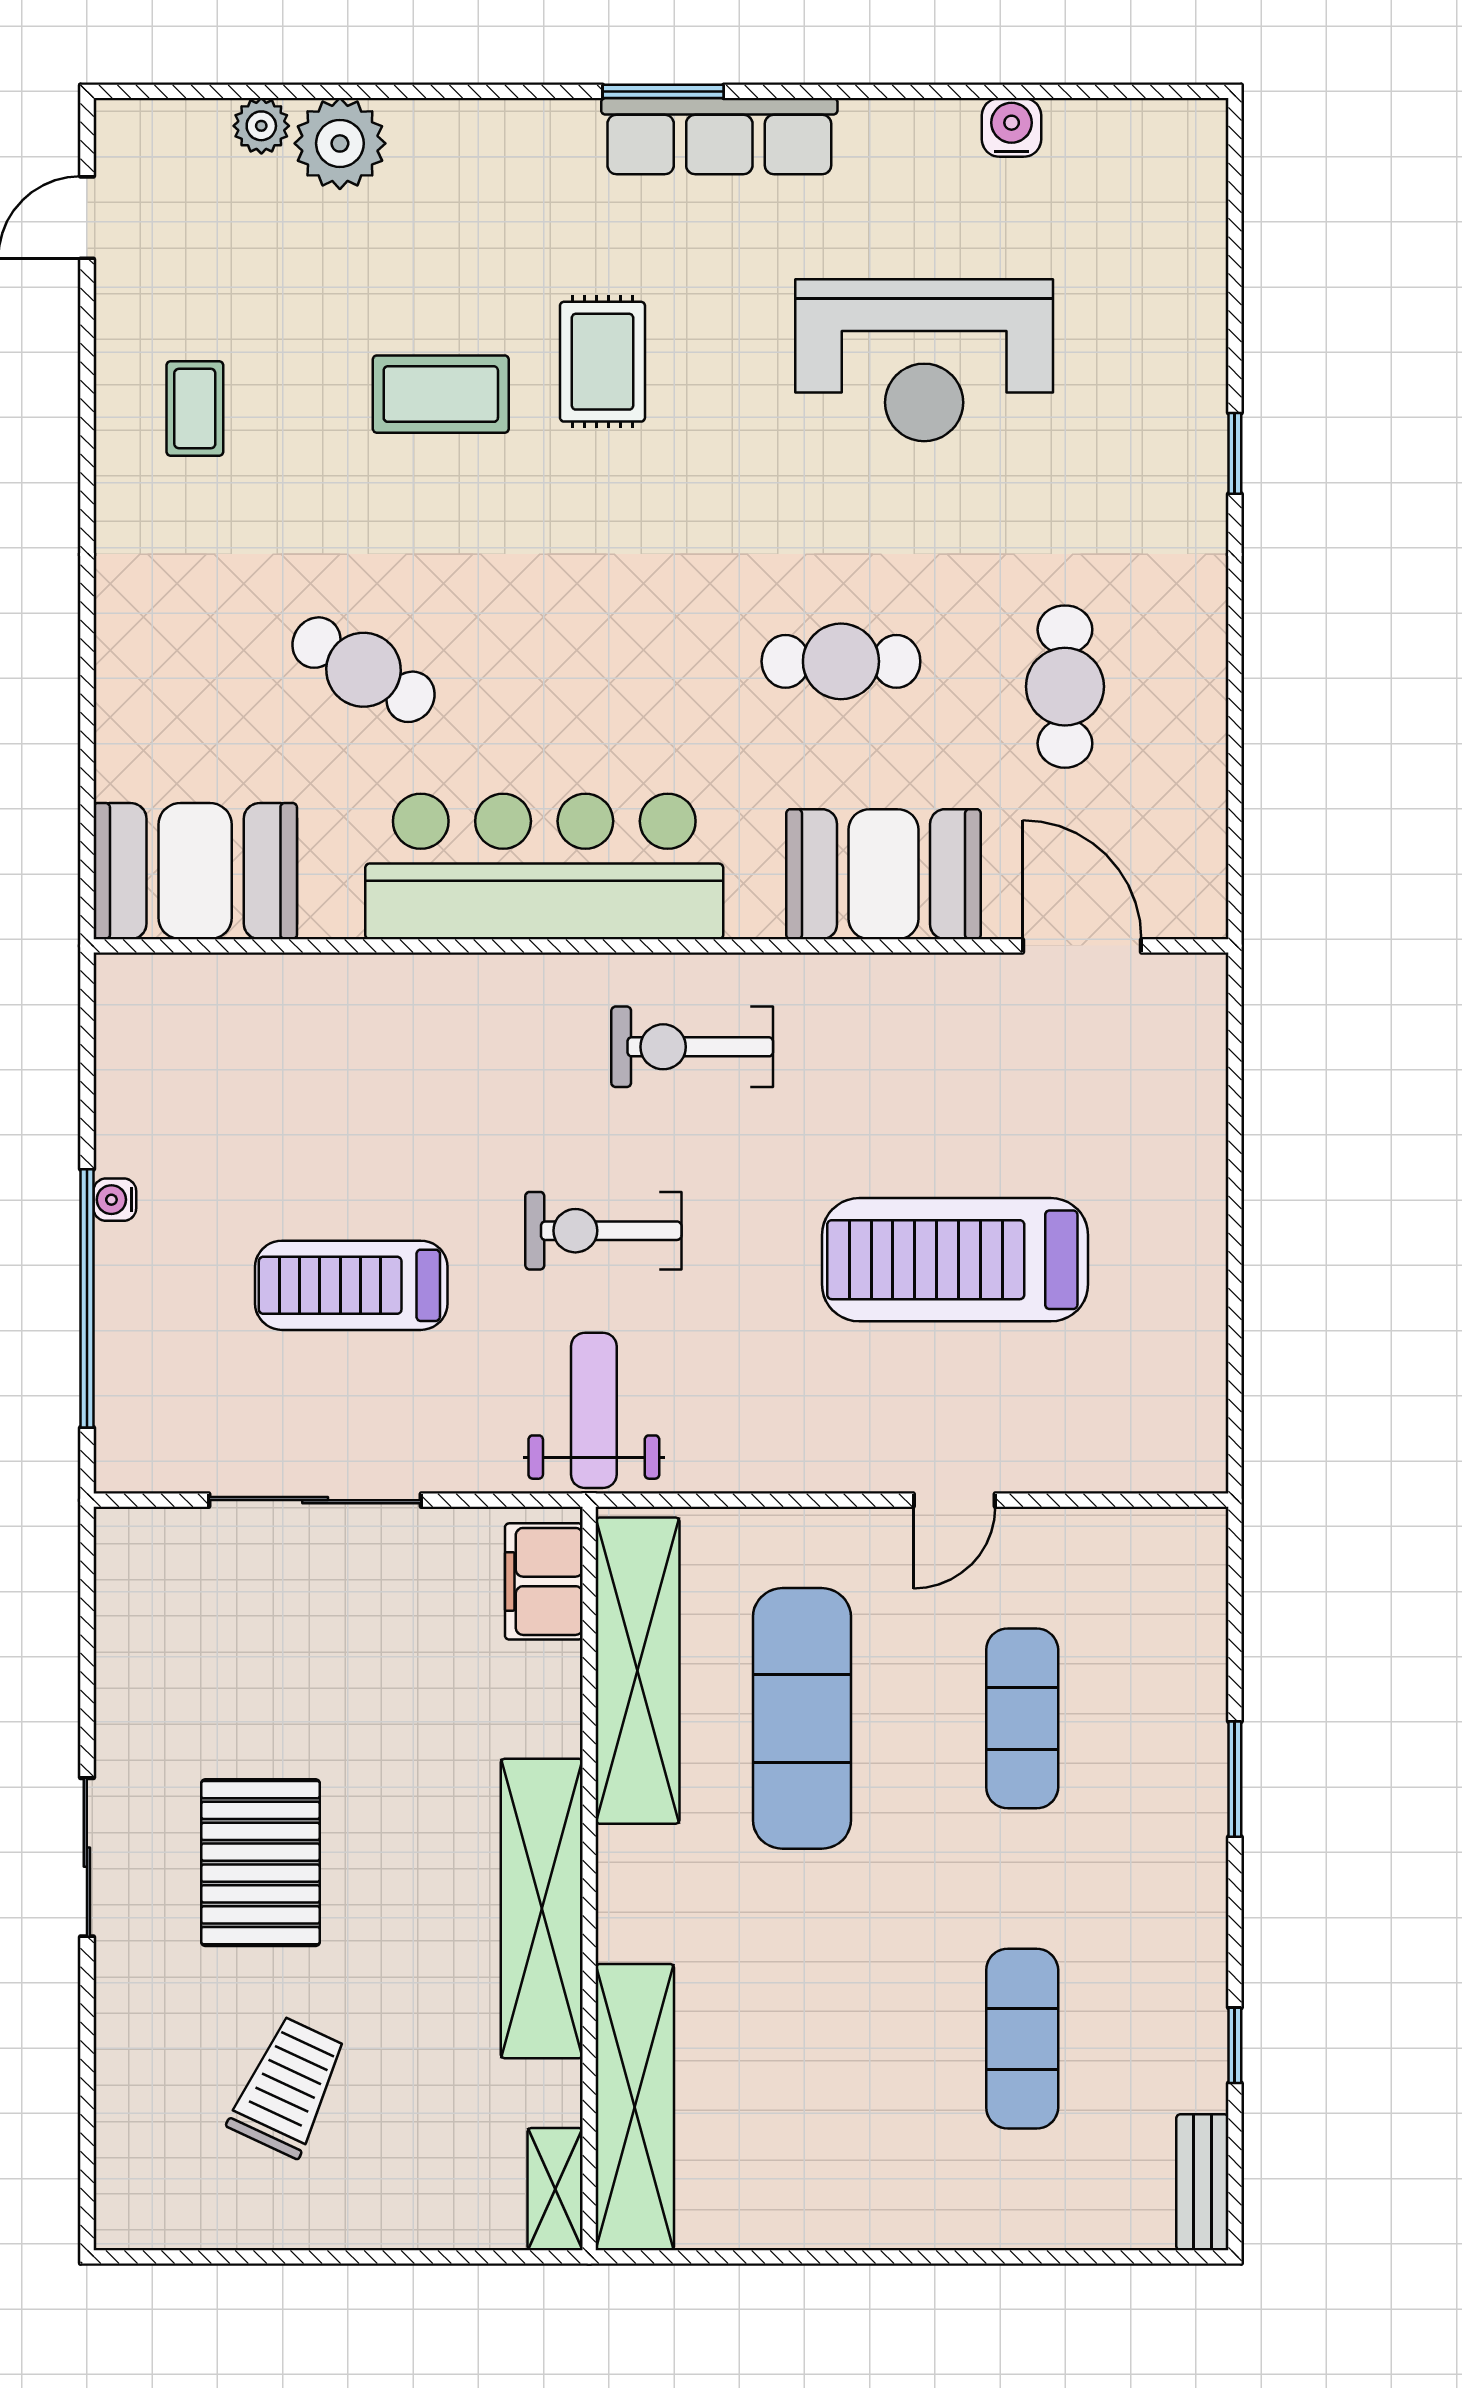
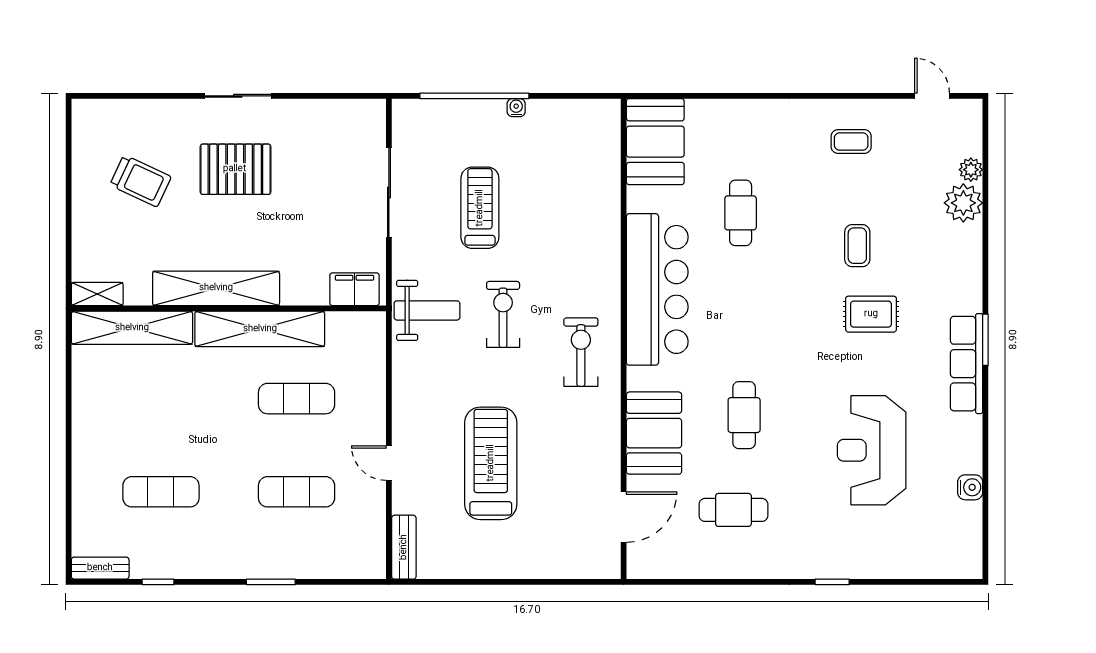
coffee table: (441, 394) -> (857, 246), width x0.73, depth x0.77
cafe table: (363, 670) -> (741, 213), turned -30
bench: (1153, 1465) -> (404, 547), added
shelving: (638, 1671) -> (260, 329), moved
exercise mat: (802, 1718) -> (297, 399), width x0.73, depth x0.69

